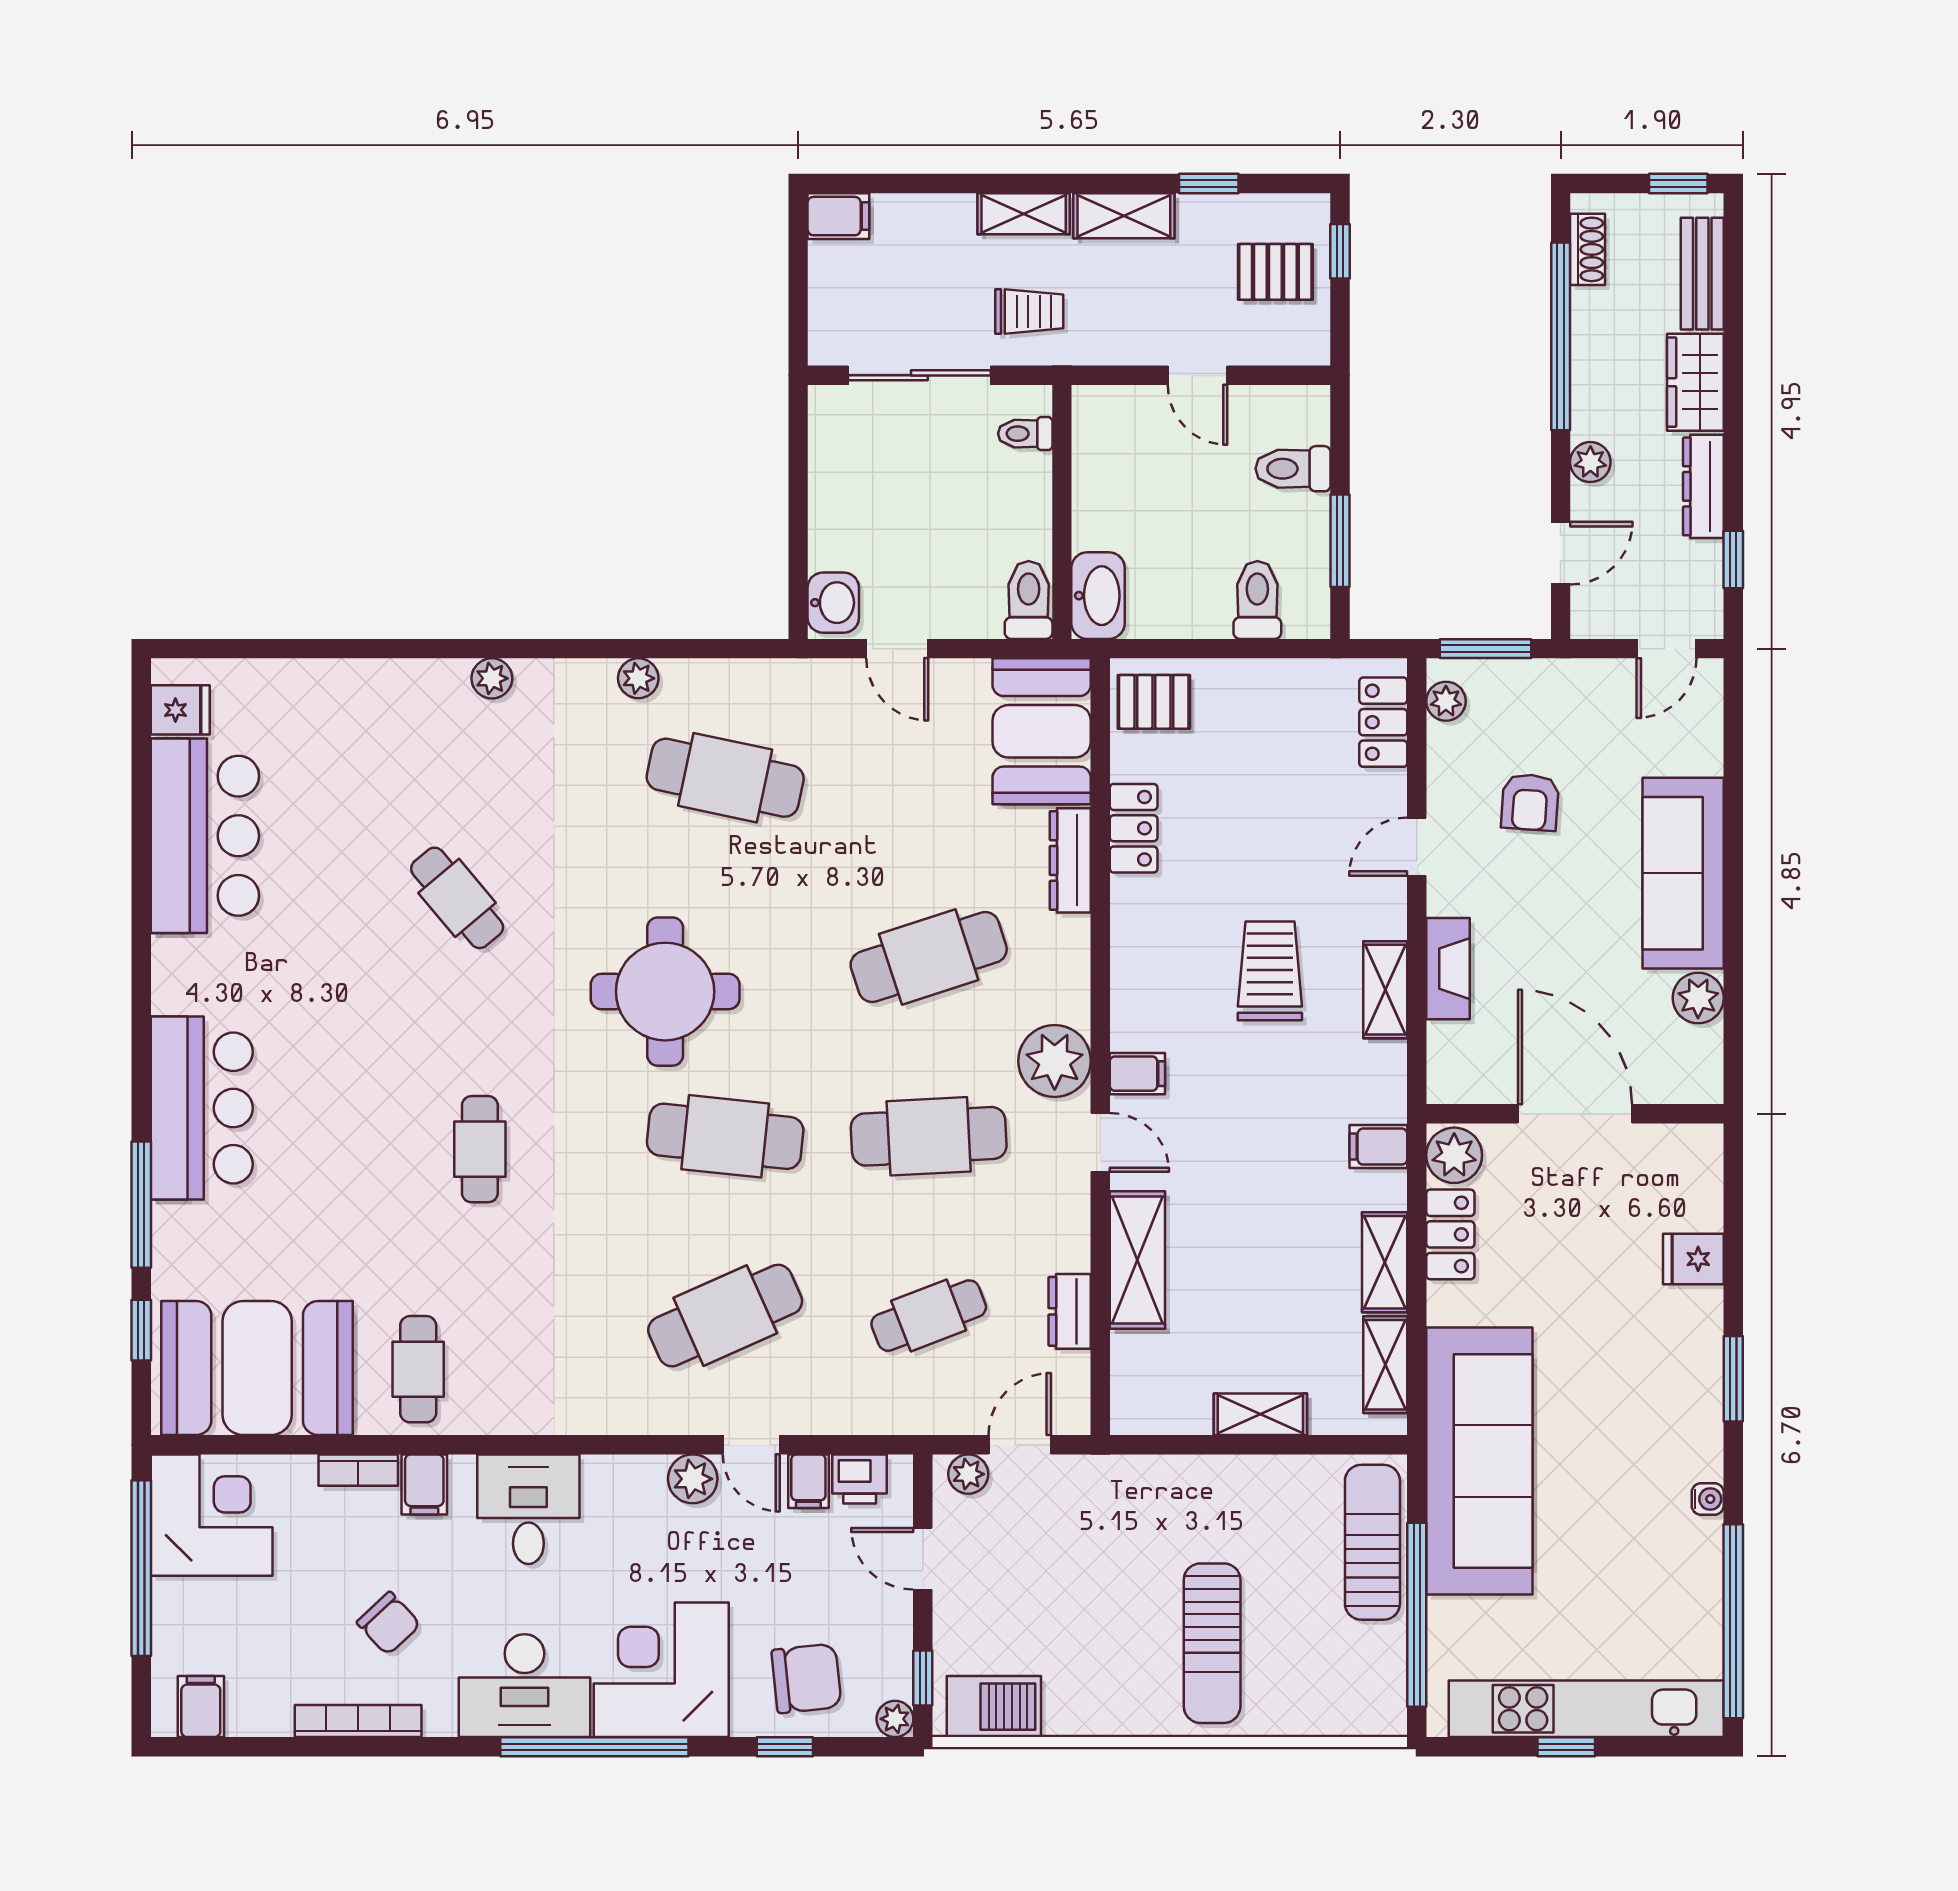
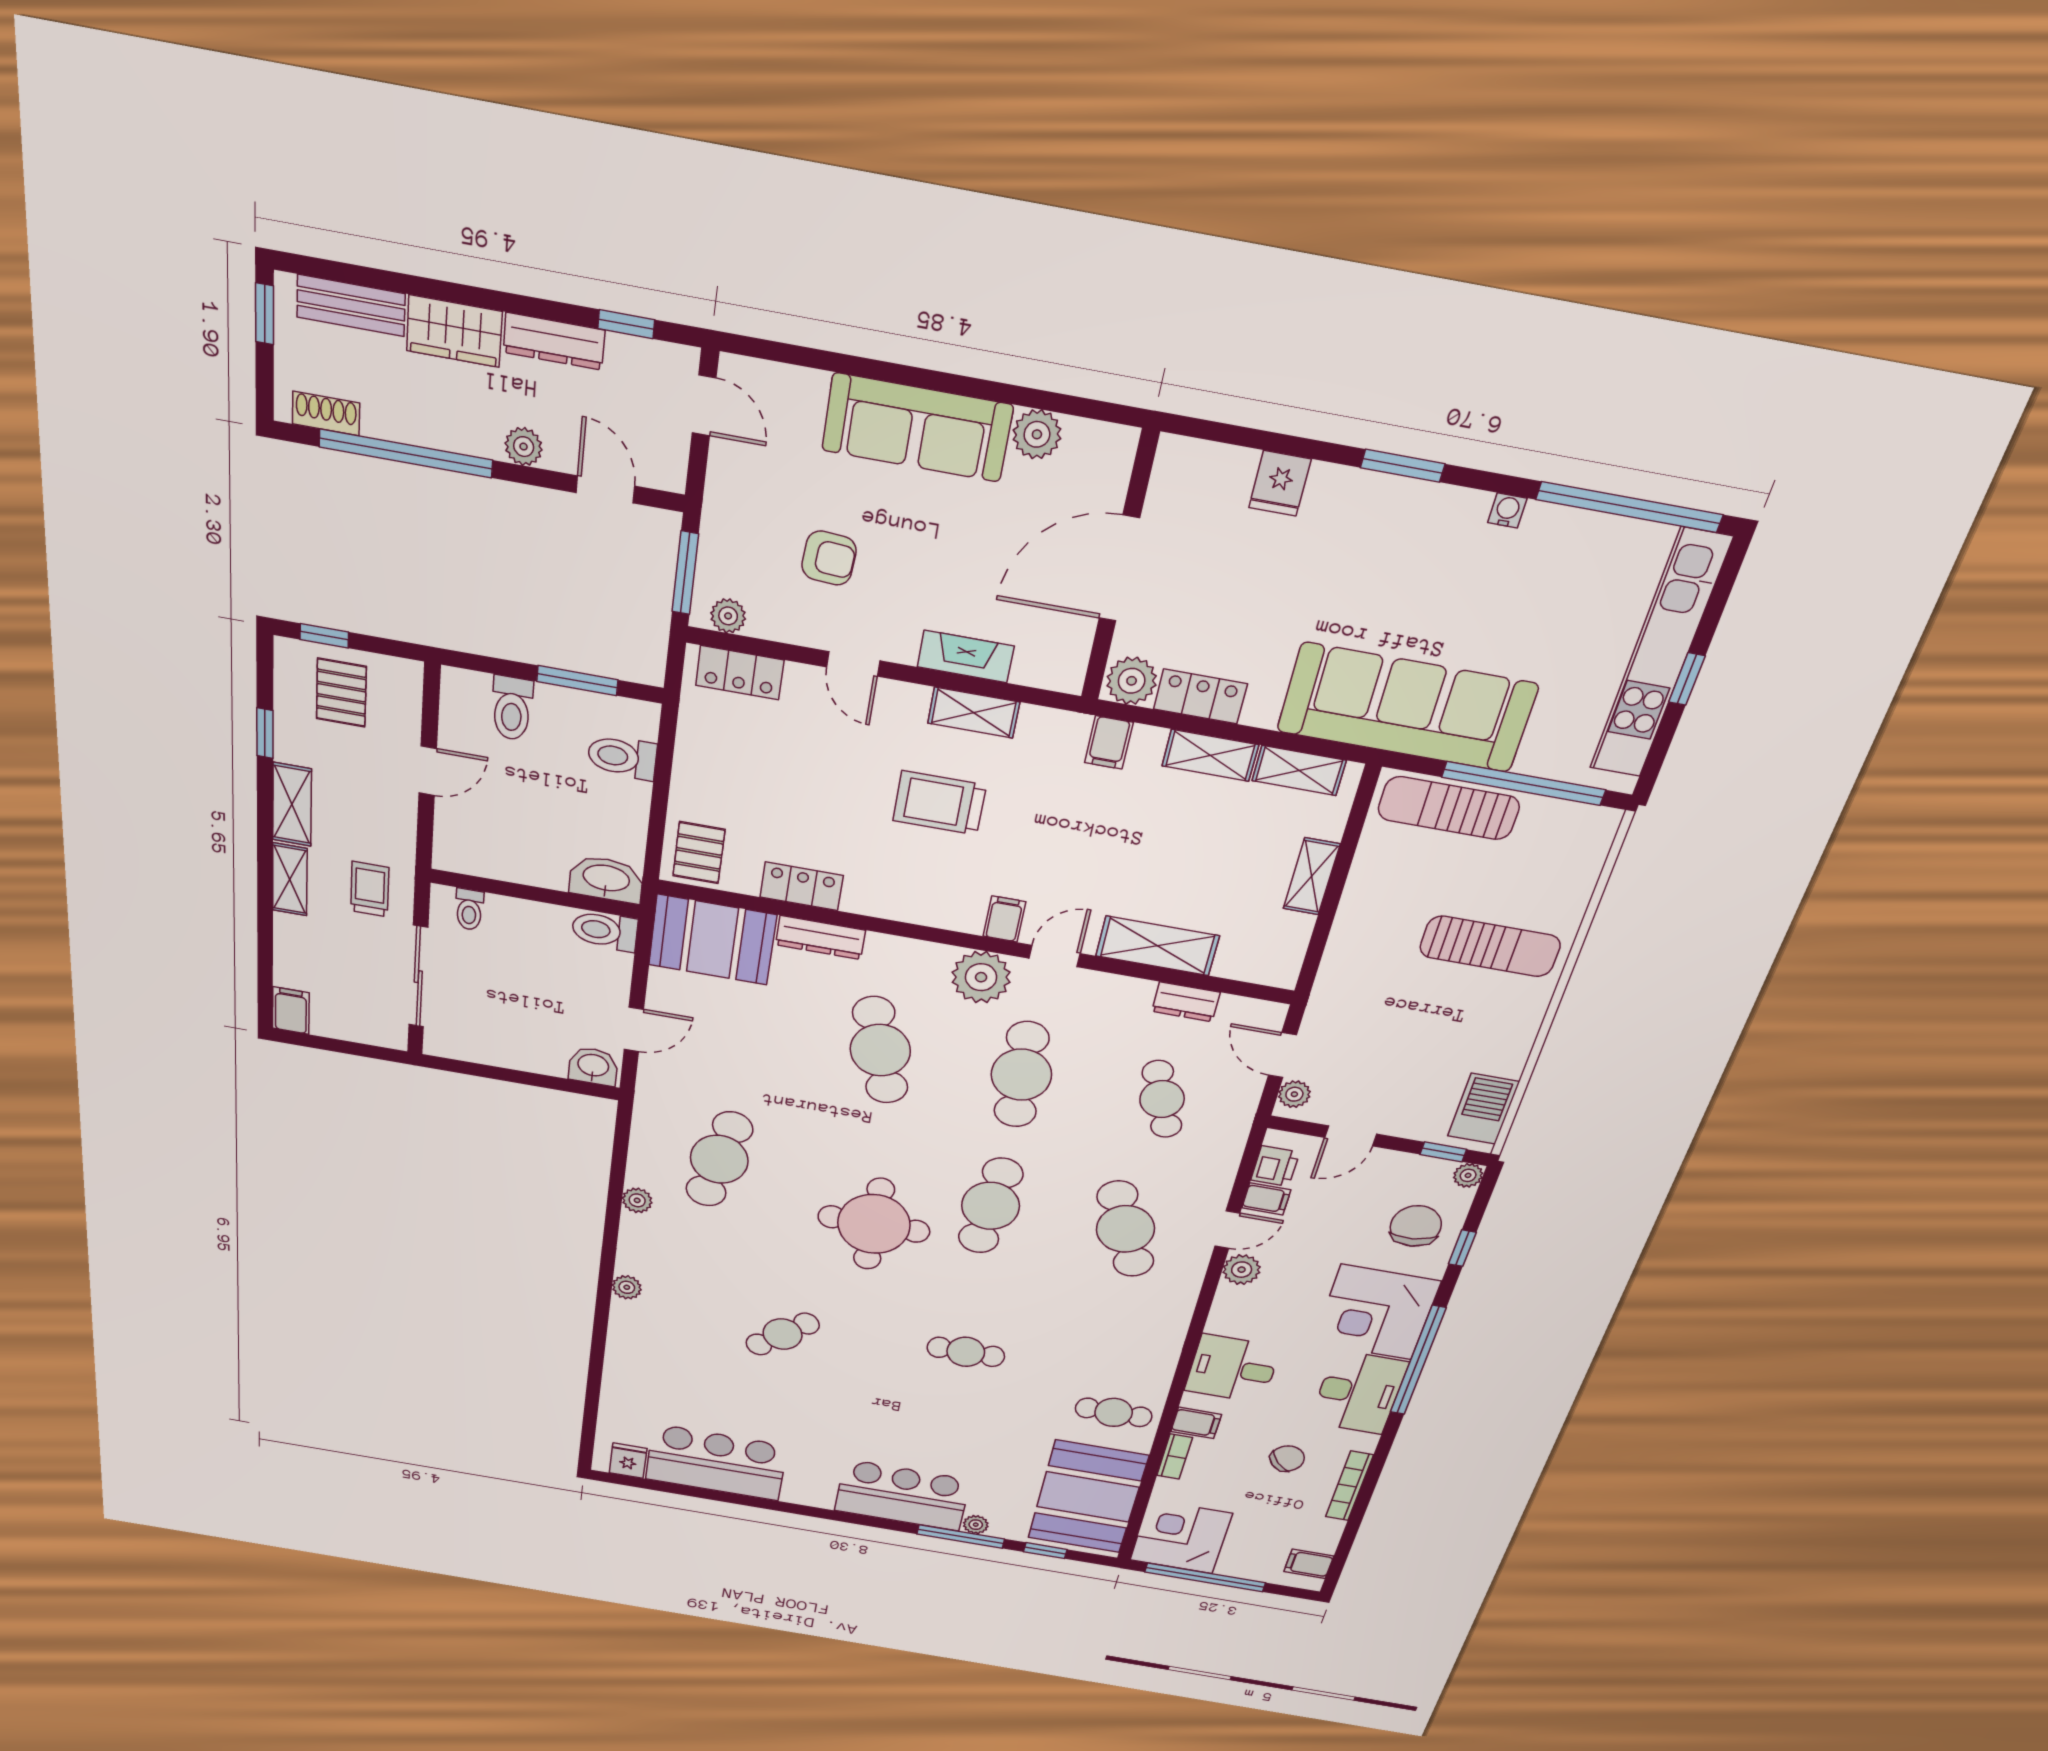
plant: (169, 1222) -> (976, 1525), added

